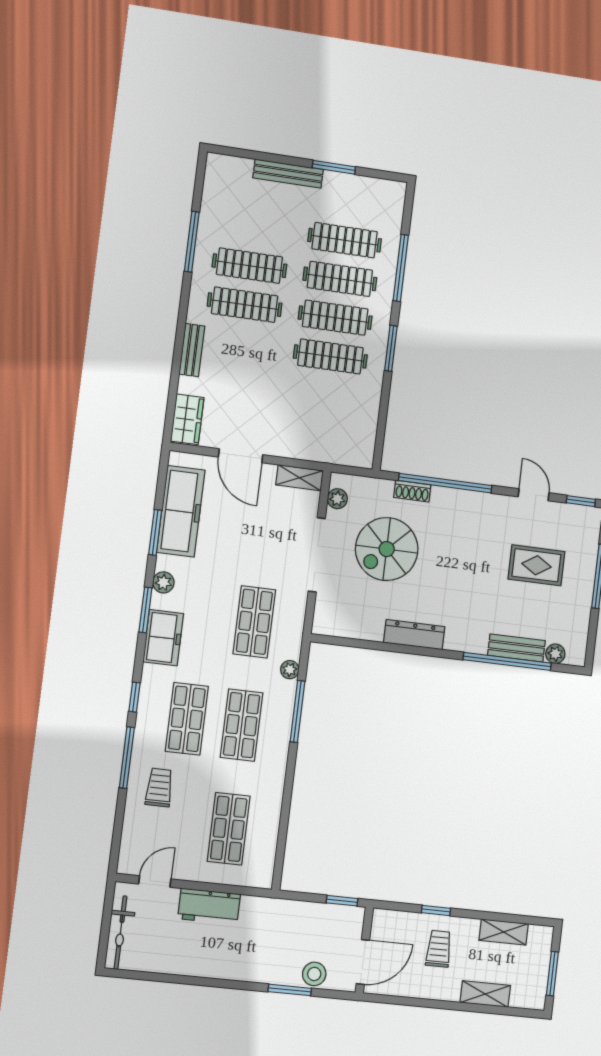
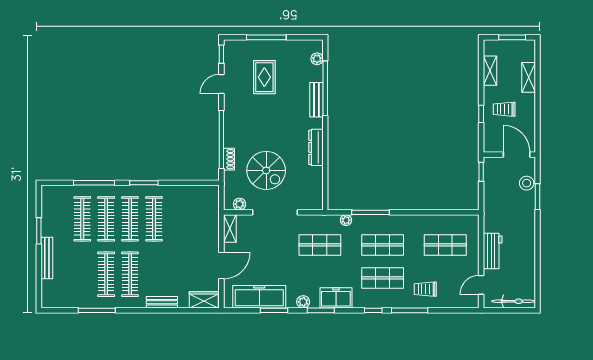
bench: (516, 648) -> (316, 100), moved
door: (155, 881) -> (481, 285), hinge flipped

